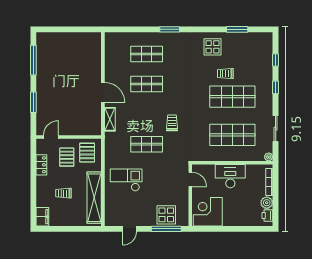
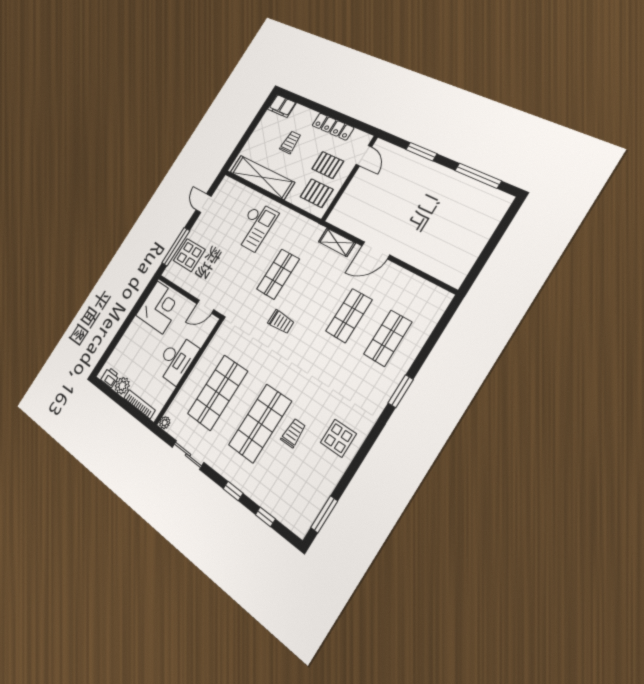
window: (237, 29) -> (324, 514), moved
locker: (41, 165) -> (333, 127), width x1.53

